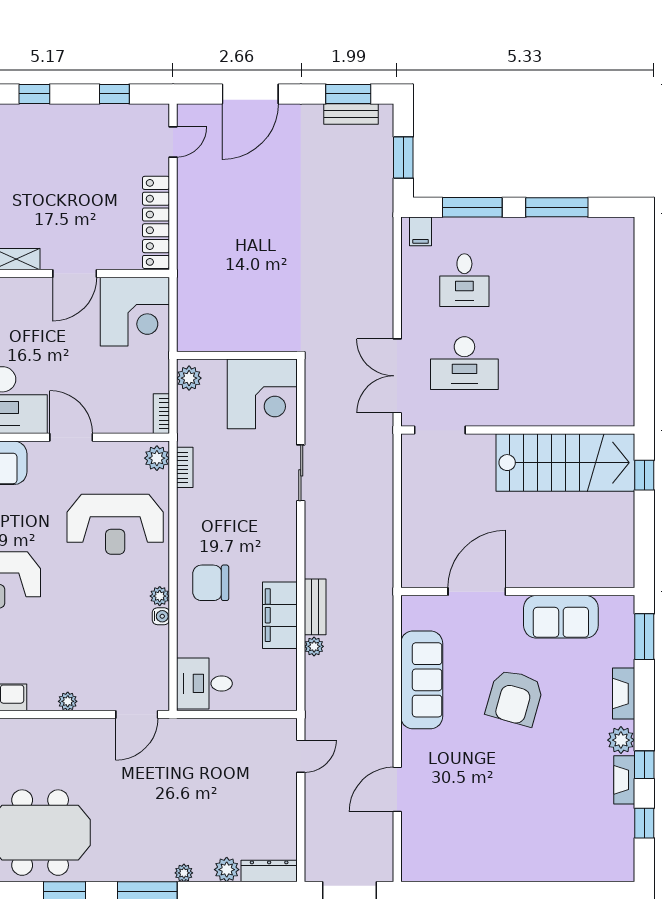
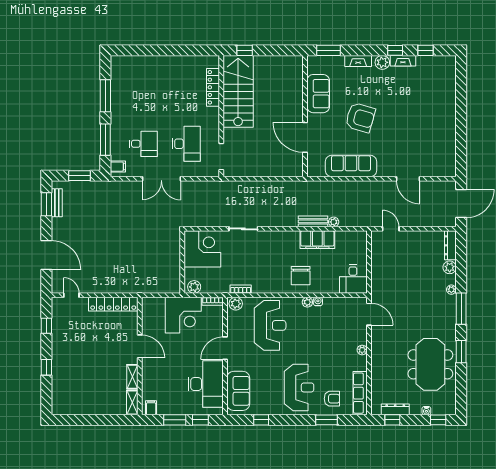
corner desk: (135, 312) -> (183, 315), moved, turned 90
double door: (397, 376) -> (161, 179), moved
locker: (573, 414) -> (213, 87), added

